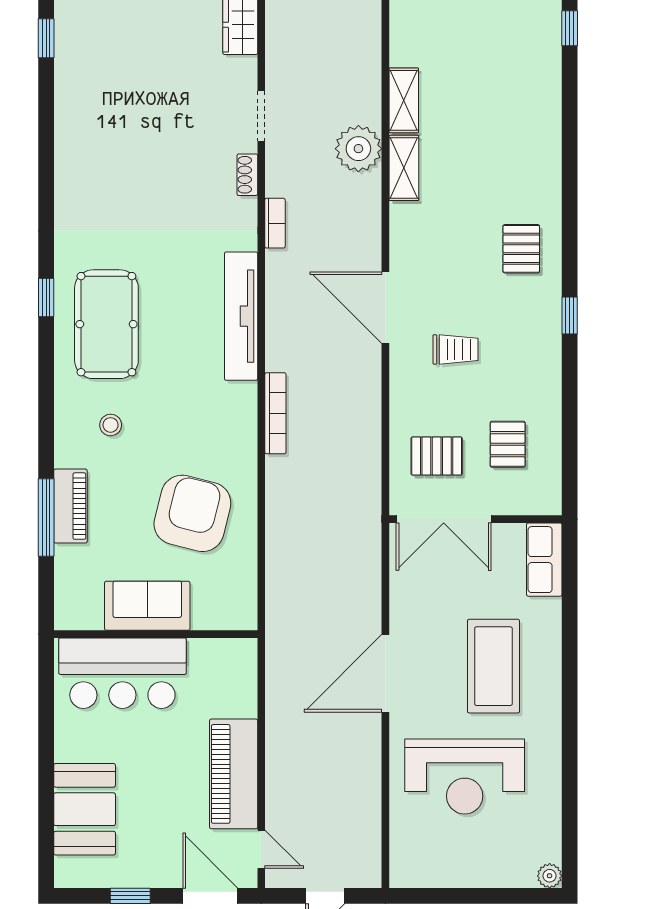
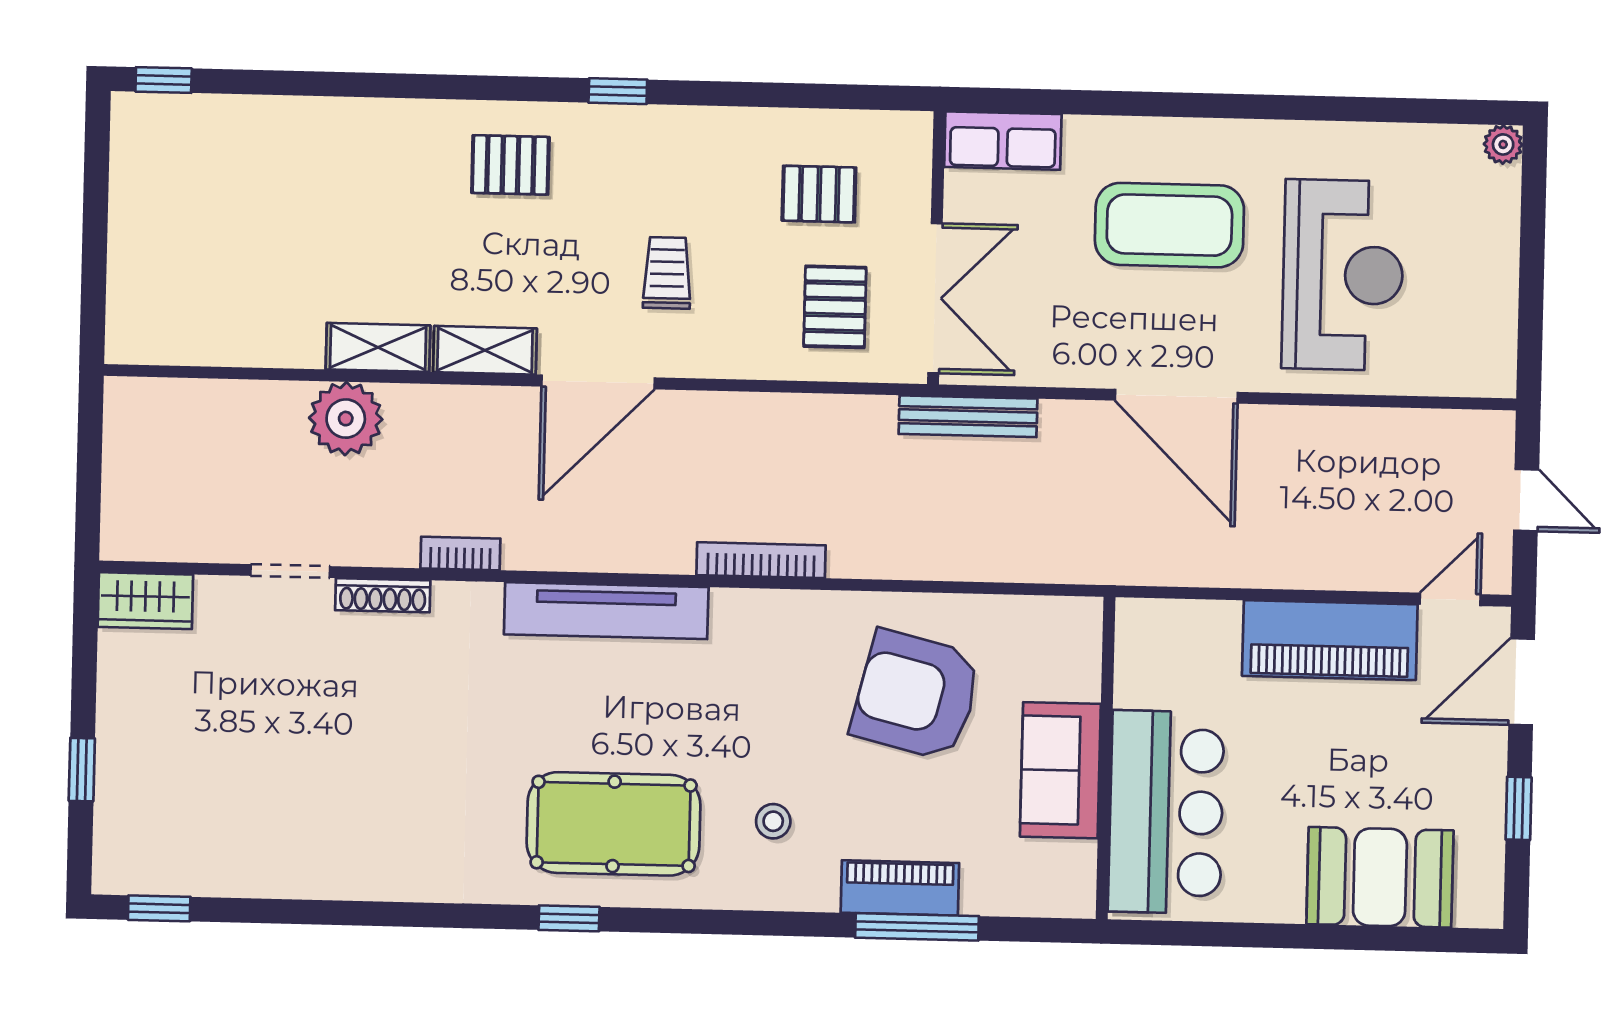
shelving: (404, 100) -> (485, 350), moved
shoe rack: (247, 175) -> (383, 595), width x1.43
bench: (370, 542) -> (968, 416), added

